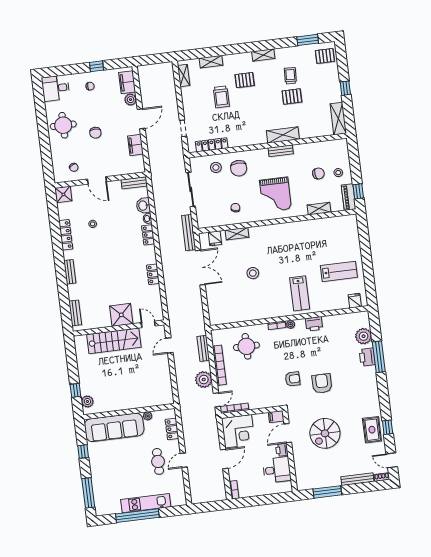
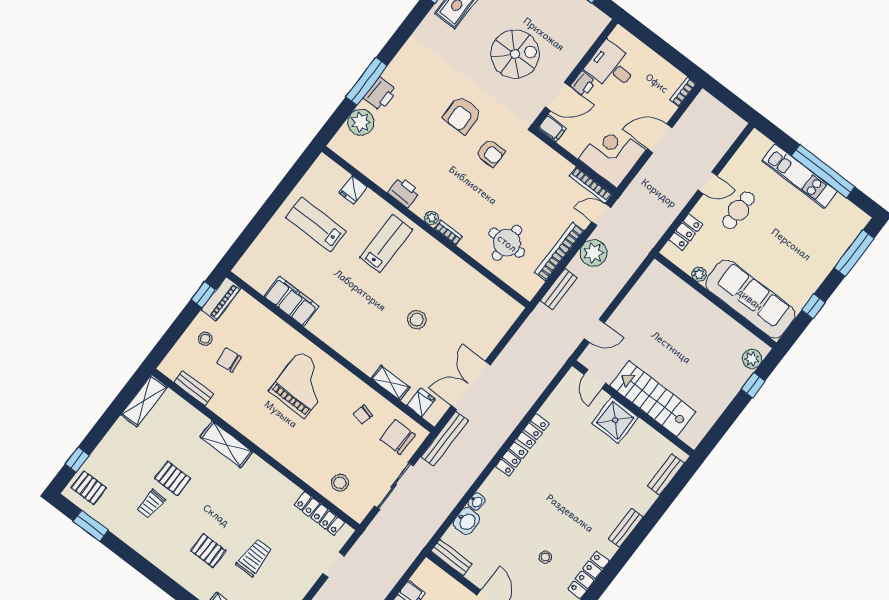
shelving: (263, 55) -> (159, 559), removed
window: (345, 88) -> (77, 460), moved
bench: (281, 151) -> (194, 388), moved
chair: (239, 168) -> (398, 437), moved, turned -90
shelving: (319, 209) -> (268, 319), removed
filing cabinet: (316, 227) -> (291, 301), added
locker: (148, 235) -> (512, 459), moved
fridge: (355, 301) -> (353, 190), moved
armchair: (293, 379) -> (491, 153), turned 180

